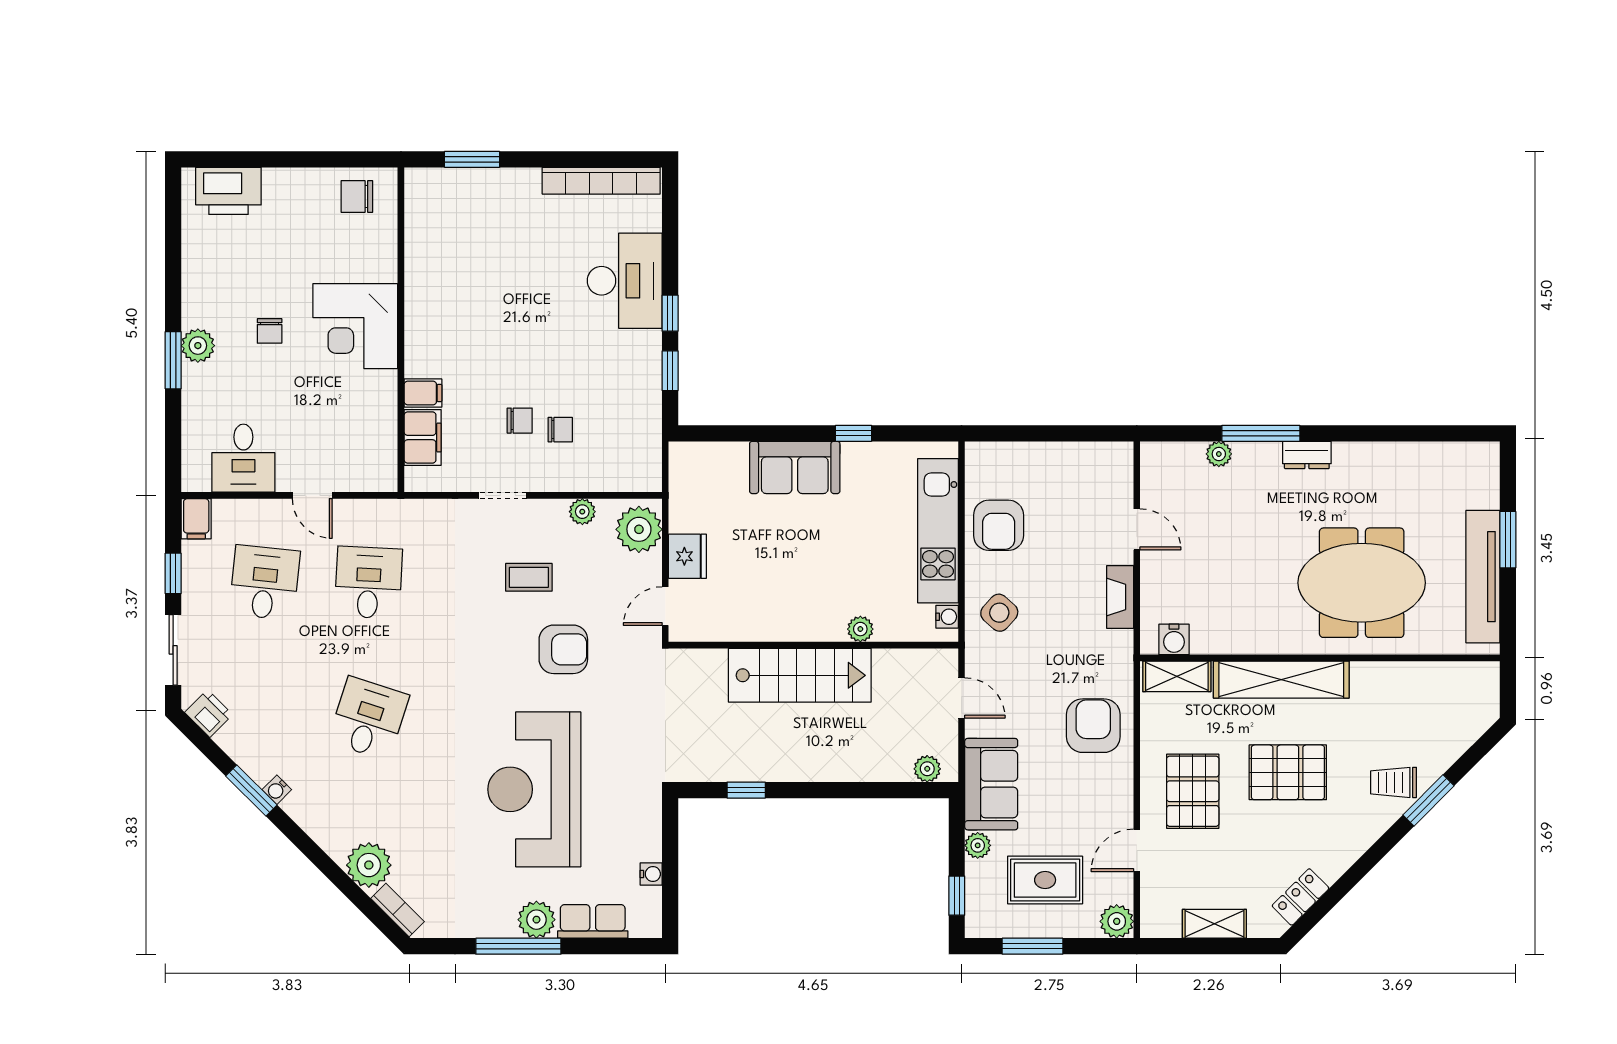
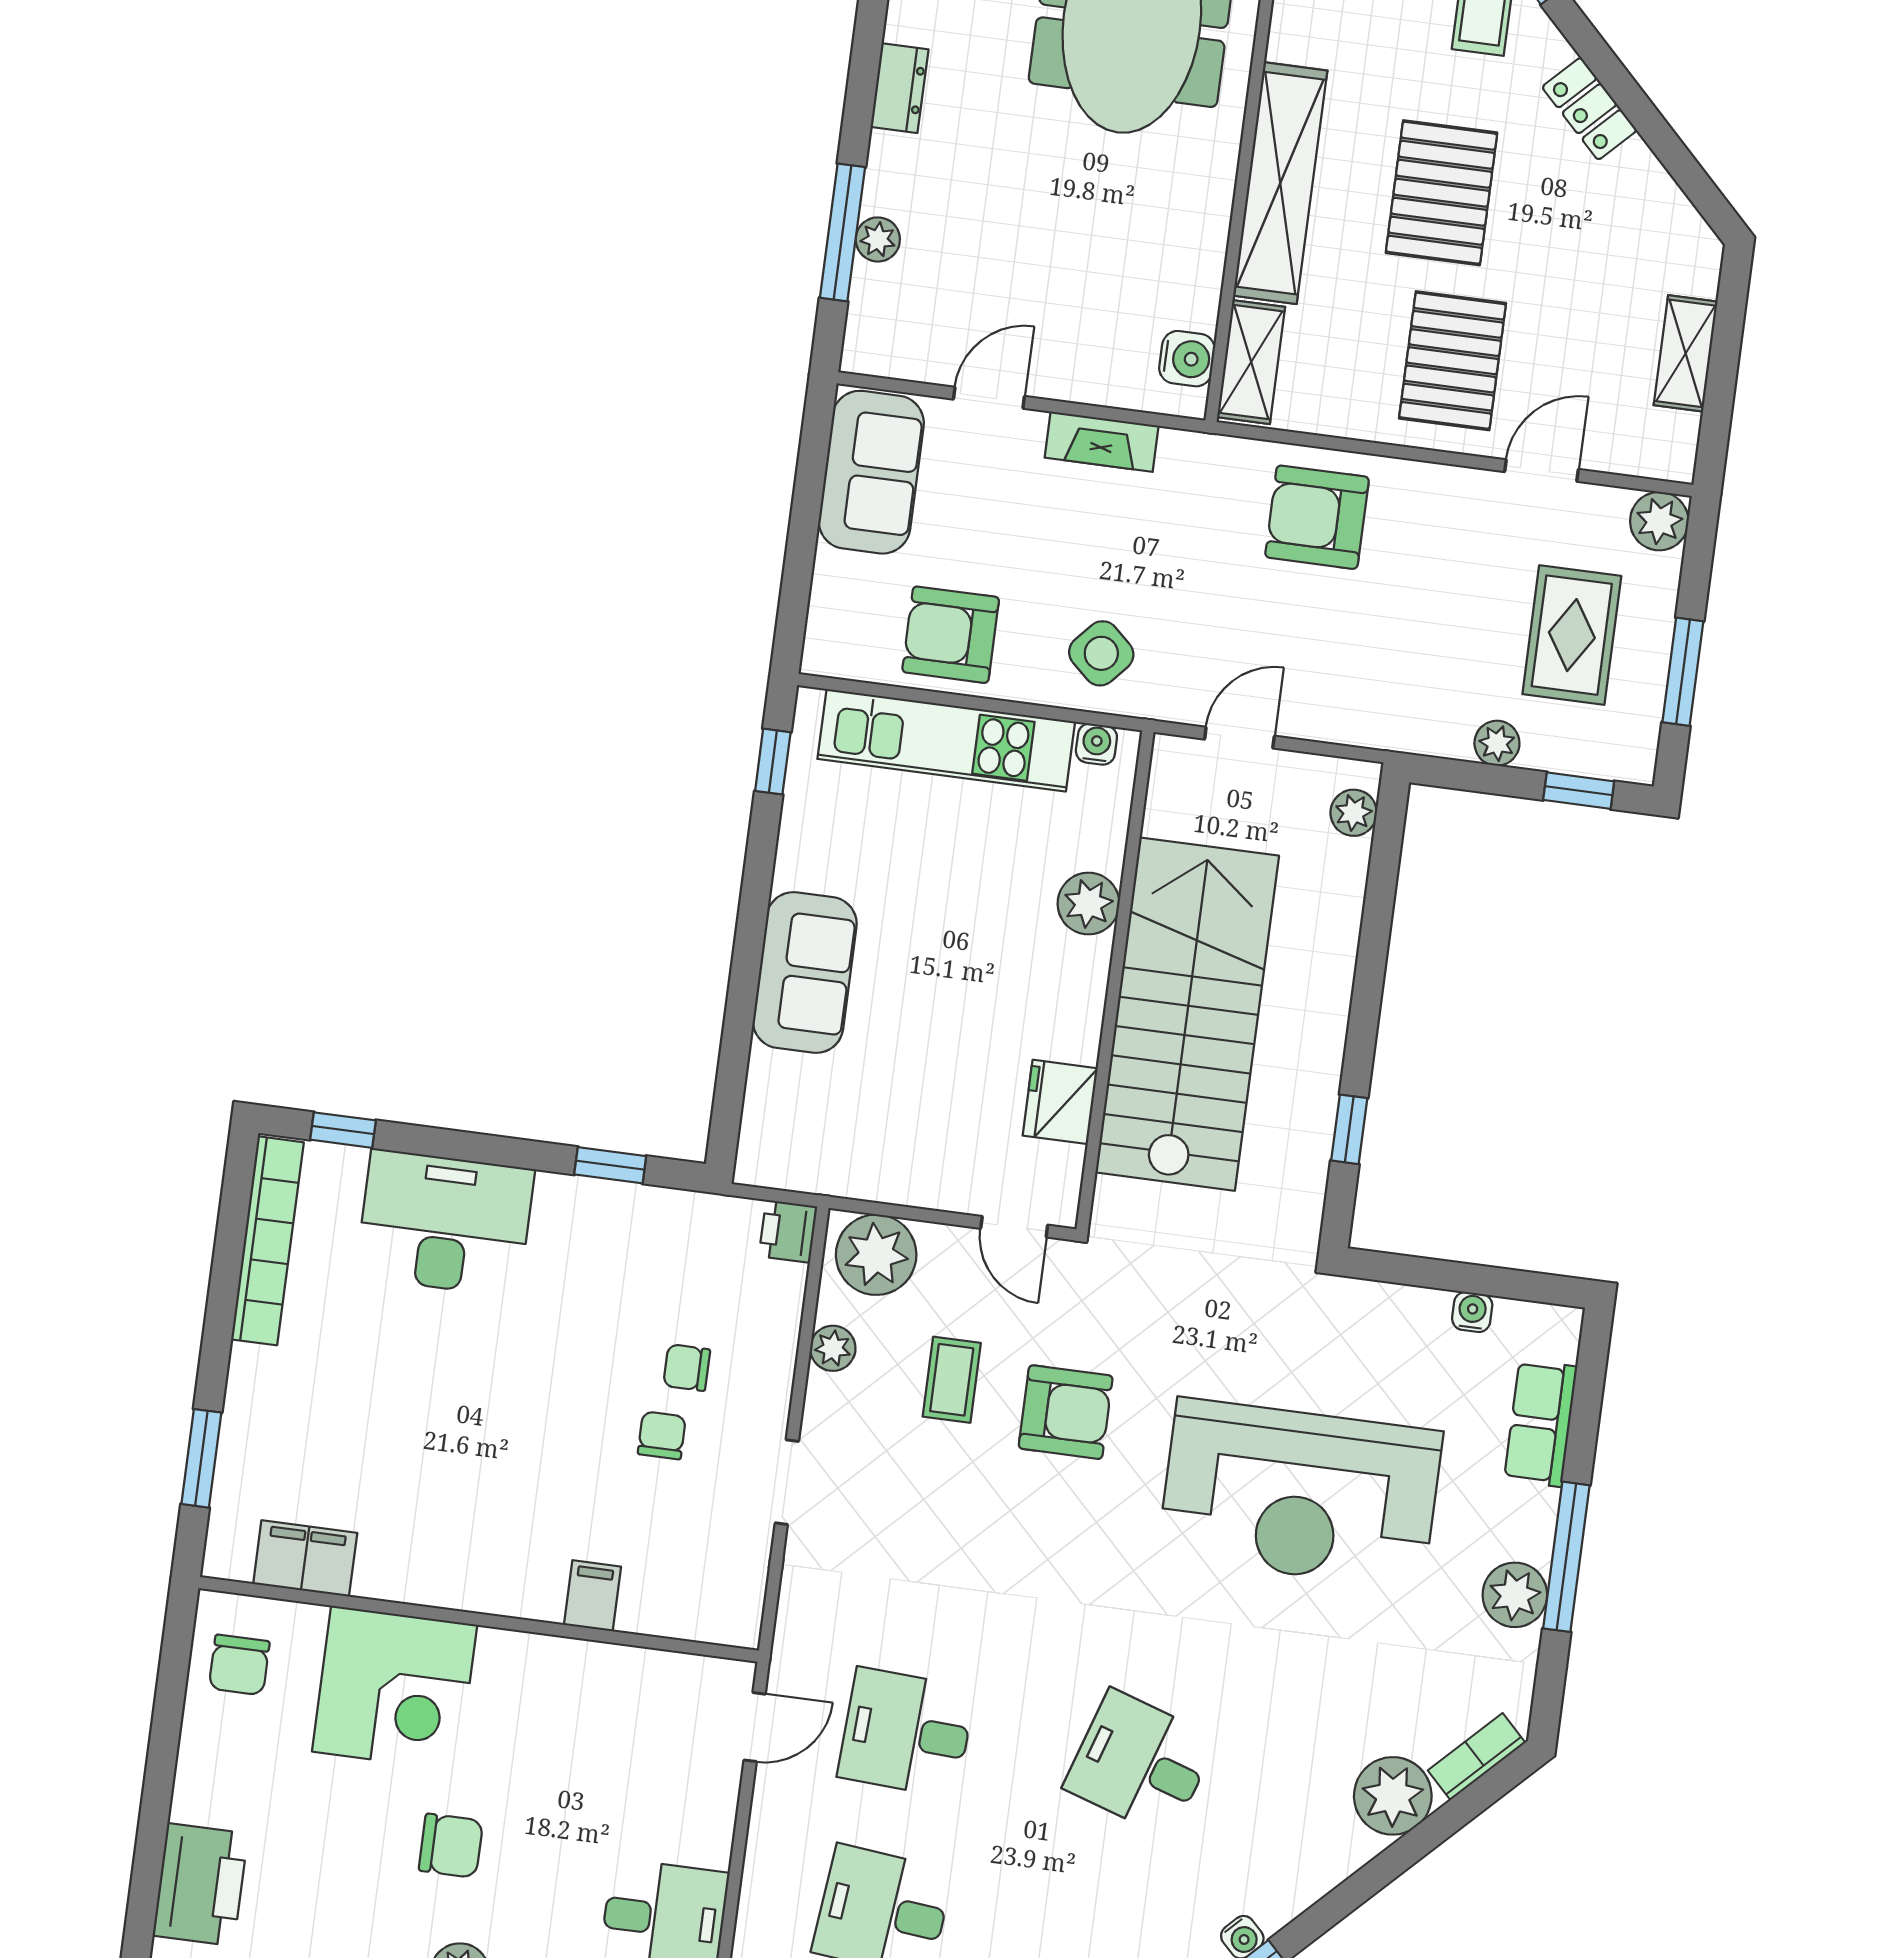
window: (670, 313) -> (343, 1130), moved
corner desk: (355, 326) -> (395, 1688), moved
chair: (270, 331) -> (451, 1846), width x1.37, depth x1.37
chair: (560, 430) -> (687, 1368), turned -90
window: (854, 433) -> (773, 762), moved
window: (1261, 433) -> (843, 232), moved
filing cabinet: (423, 438) -> (305, 1558), moved
printer: (646, 477) -> (788, 1231), added
door: (312, 495) -> (755, 1727), moved
armchair: (999, 525) -> (951, 635), turned 180
fridge: (687, 556) -> (1060, 1102), moved, turned -90
coffee table: (529, 577) -> (952, 1380), moved
plant: (860, 629) -> (1088, 904), width x1.38, depth x1.38
armchair: (563, 649) -> (1066, 1412), turned 90
stairs: (800, 675) -> (1187, 1014), width x1.36, depth x1.51
sofa: (991, 784) -> (871, 472), moved, turned 90
pallet: (1193, 791) -> (1453, 361), turned 90
door: (1137, 850) -> (1542, 471), swing flipped
locker: (1300, 897) -> (1589, 109), moved
plant: (536, 920) -> (1515, 1595), moved

